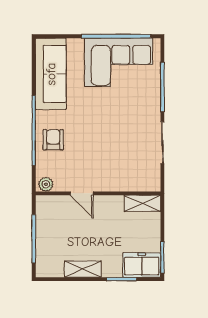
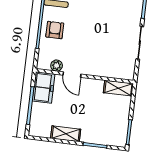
plant: (46, 184) -> (57, 66), moved
freezer: (142, 265) -> (44, 88), moved, turned 90

